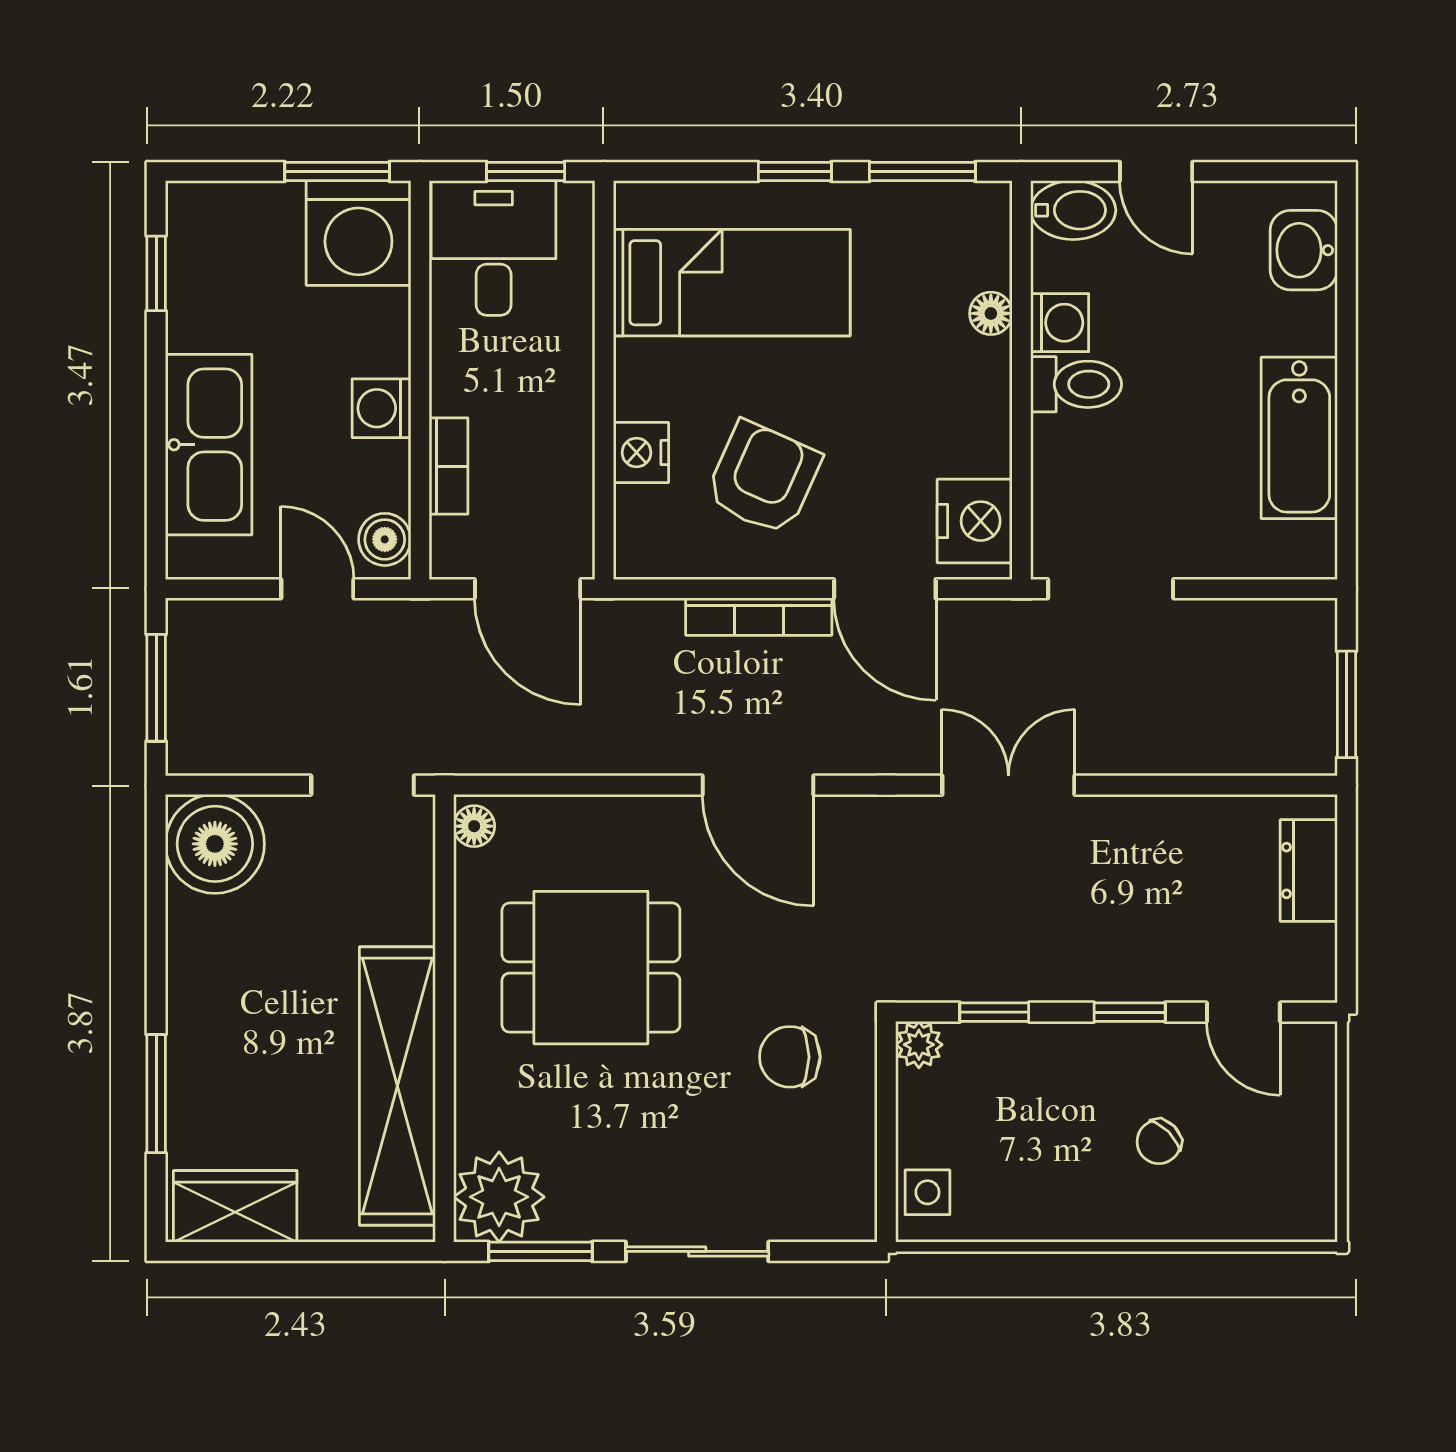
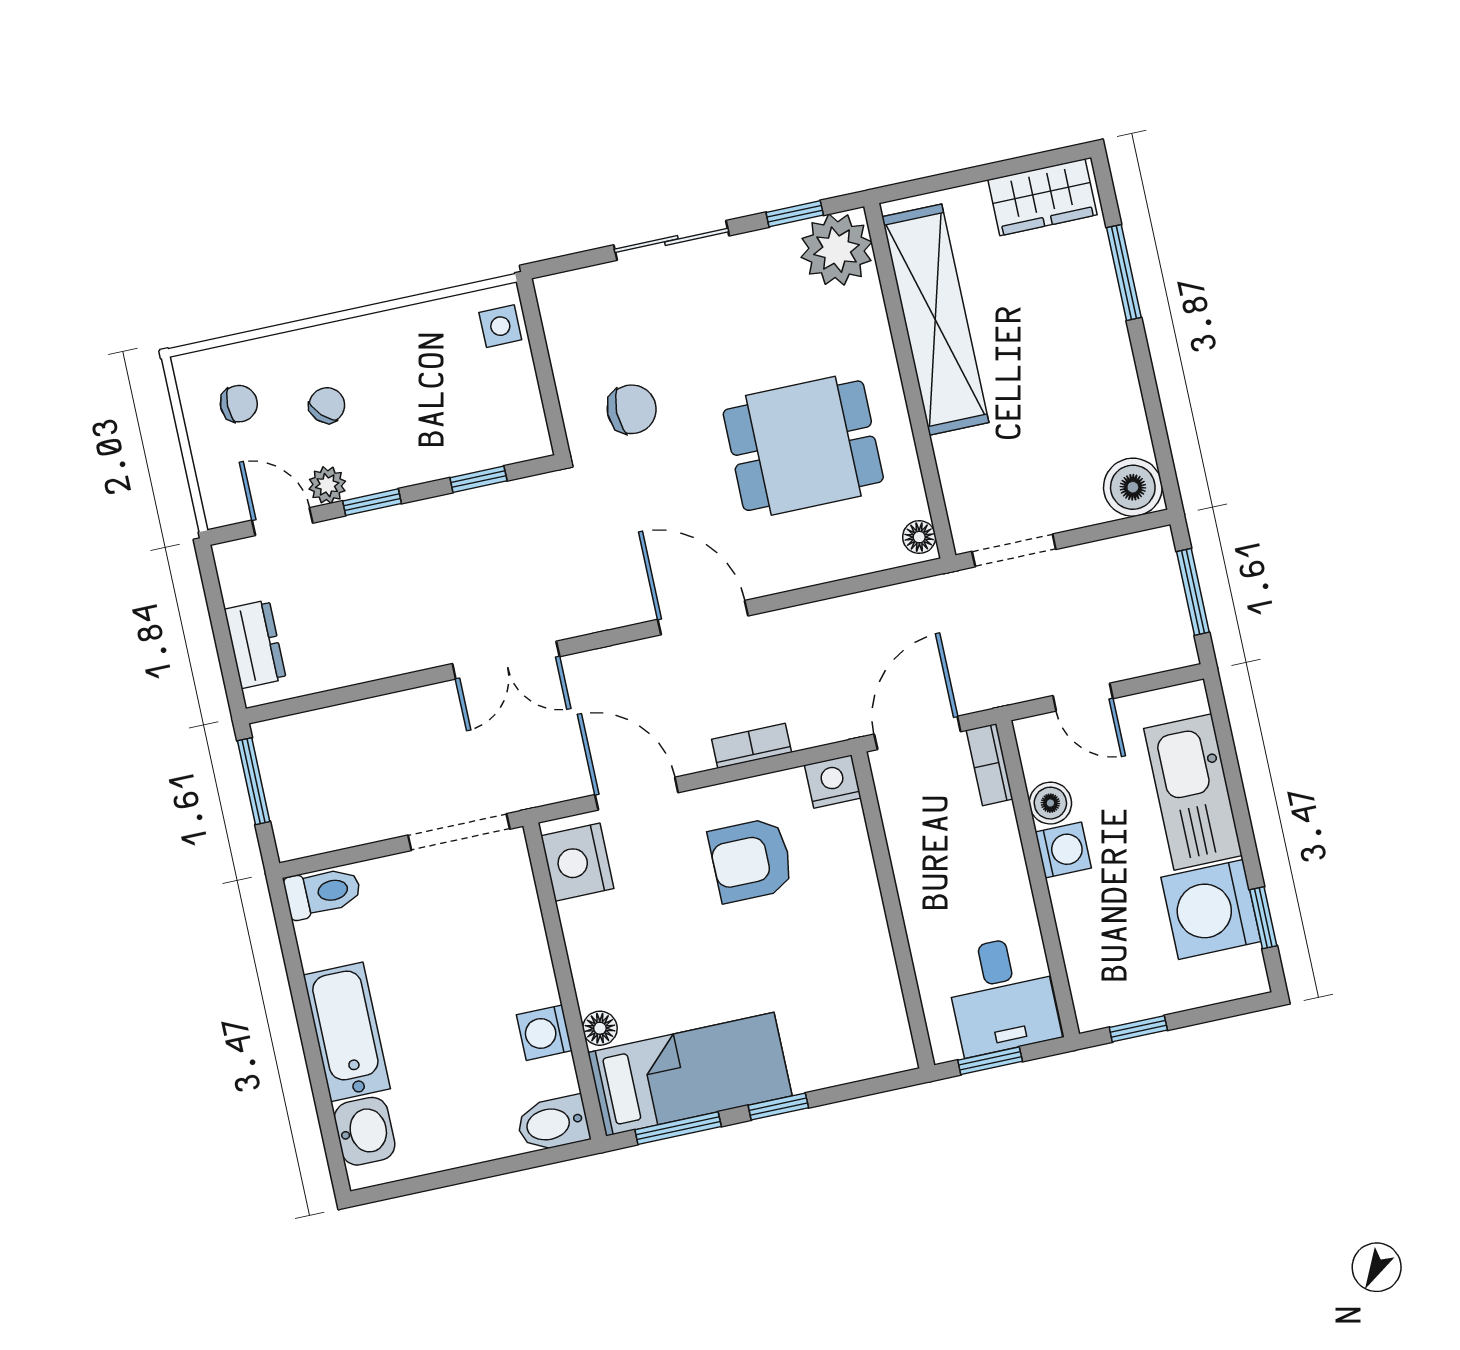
window: (337, 172) -> (1138, 1029), width x0.67
door: (1156, 172) -> (494, 1168), removed
washing machine: (358, 233) -> (1211, 909), moved, turned -90
bed: (732, 283) -> (690, 1074), moved, turned 180
toilet: (1076, 384) -> (323, 892), moved, turned 180
bathtub: (1299, 438) -> (347, 1032), moved
nightstand: (641, 453) -> (833, 782), moved, turned -90
bookcase: (448, 466) -> (990, 765), moved
armchair: (763, 478) -> (751, 860), turned 66
boiler: (385, 539) -> (1050, 803), moved
door: (528, 589) -> (917, 733), hinge flipped
bookcase: (759, 617) -> (752, 746), width x0.64
boiler: (215, 844) -> (1133, 487), width x0.73, depth x0.73
plant: (919, 1045) -> (327, 485), moved
chair: (1265, 1167) -> (239, 404), added
window: (540, 1251) -> (795, 214), width x0.67

